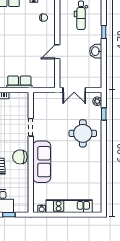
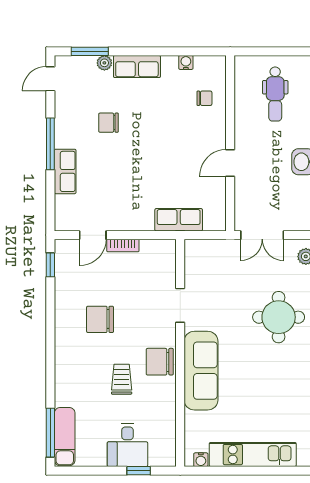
row of seats: (19, 82) -> (179, 220), moved

